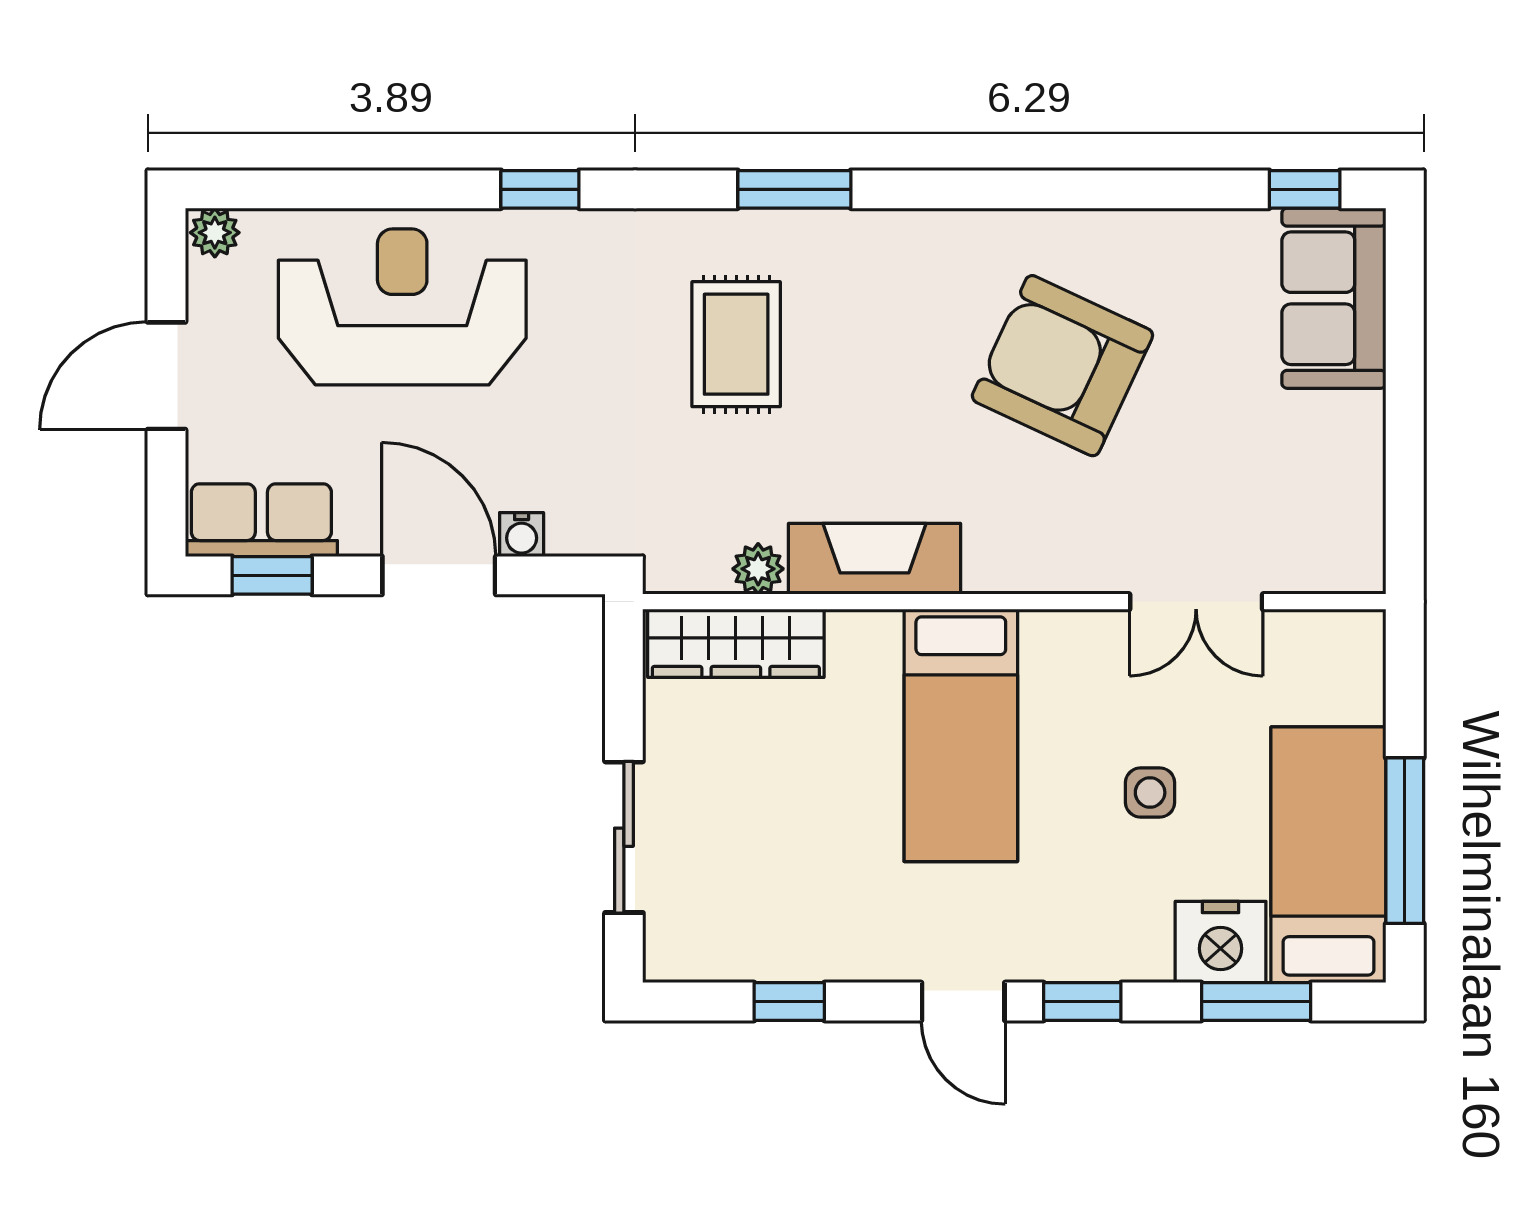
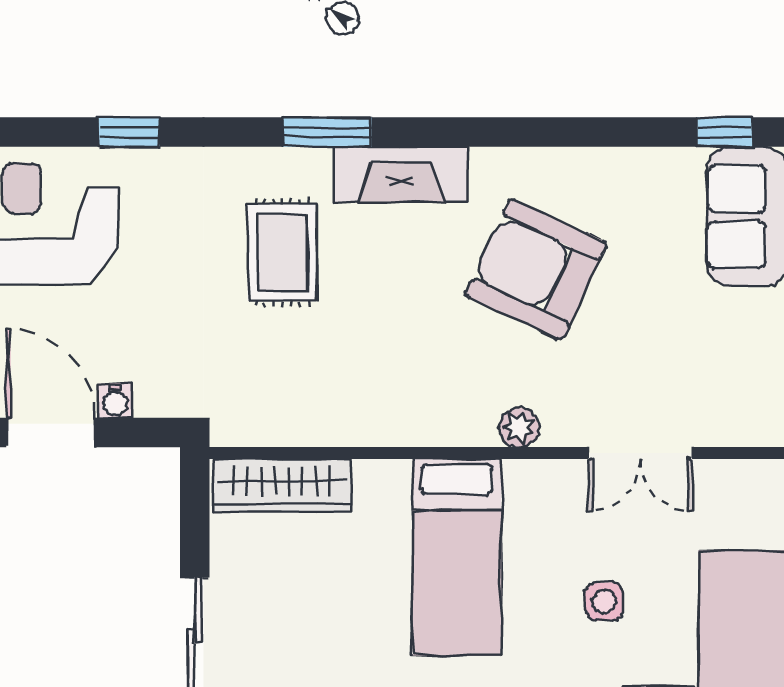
fireplace: (874, 559) -> (401, 174), moved, turned 180
plant: (758, 569) -> (519, 427), moved

